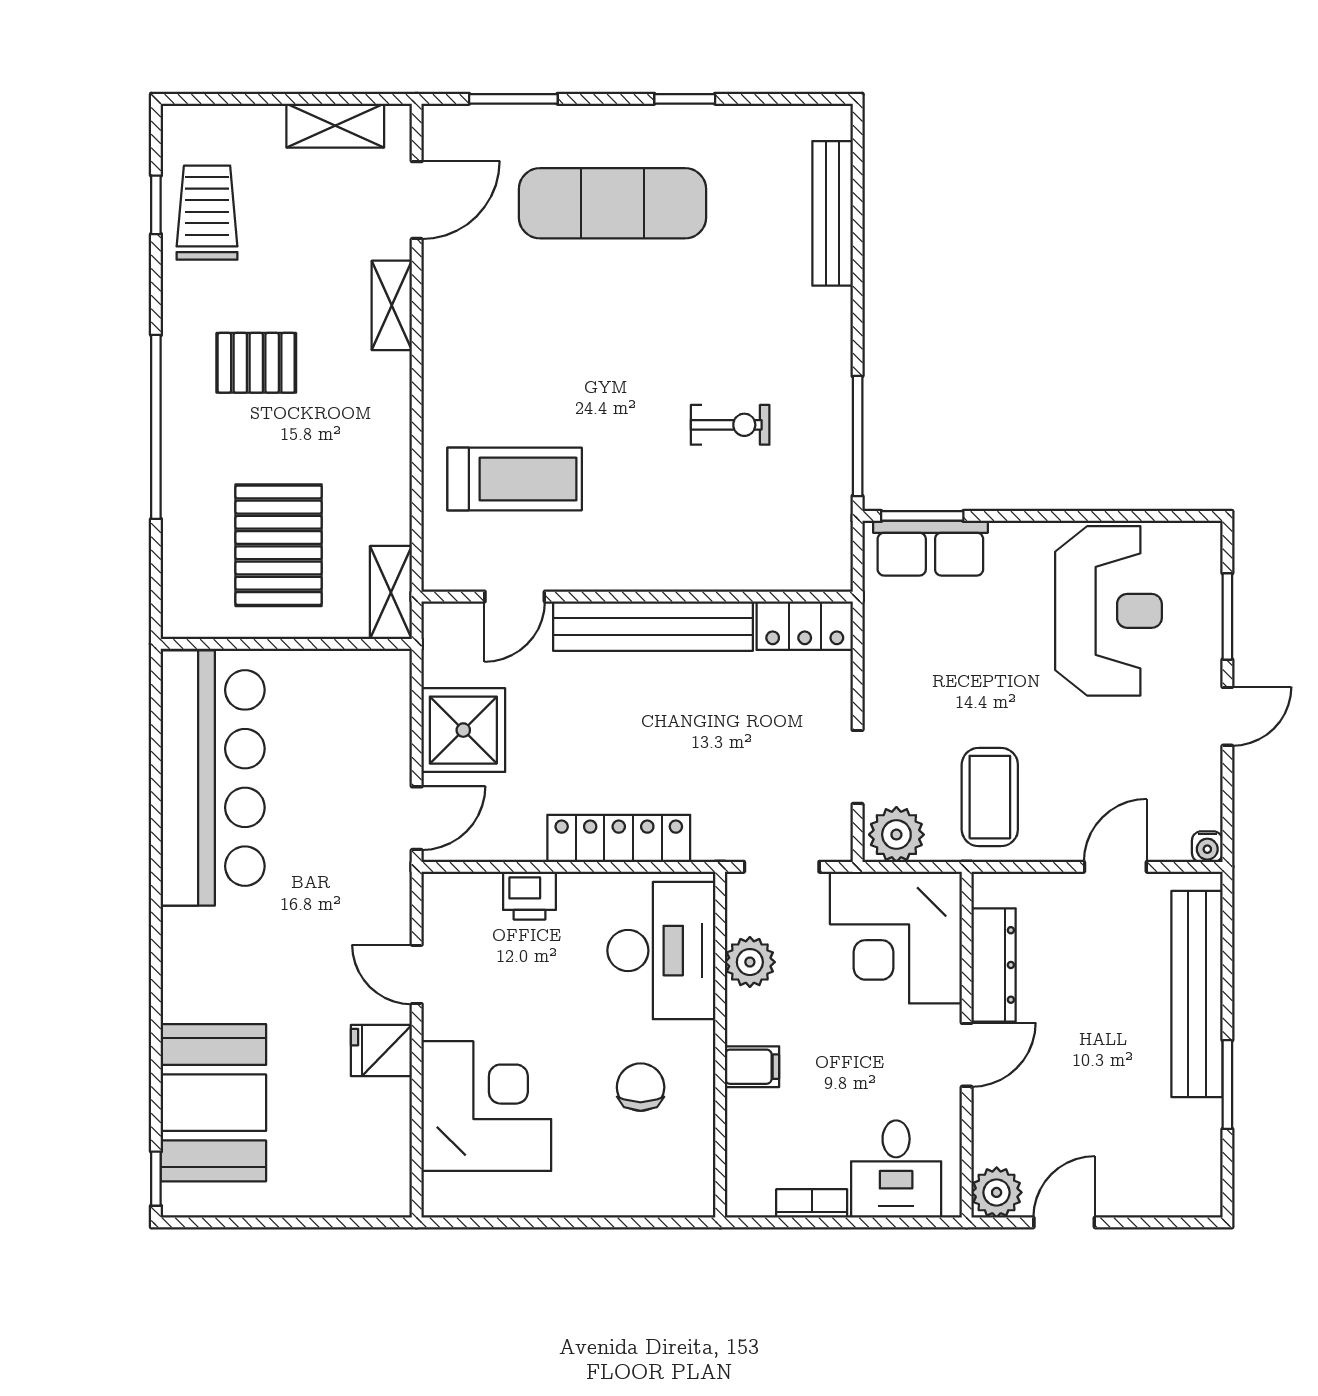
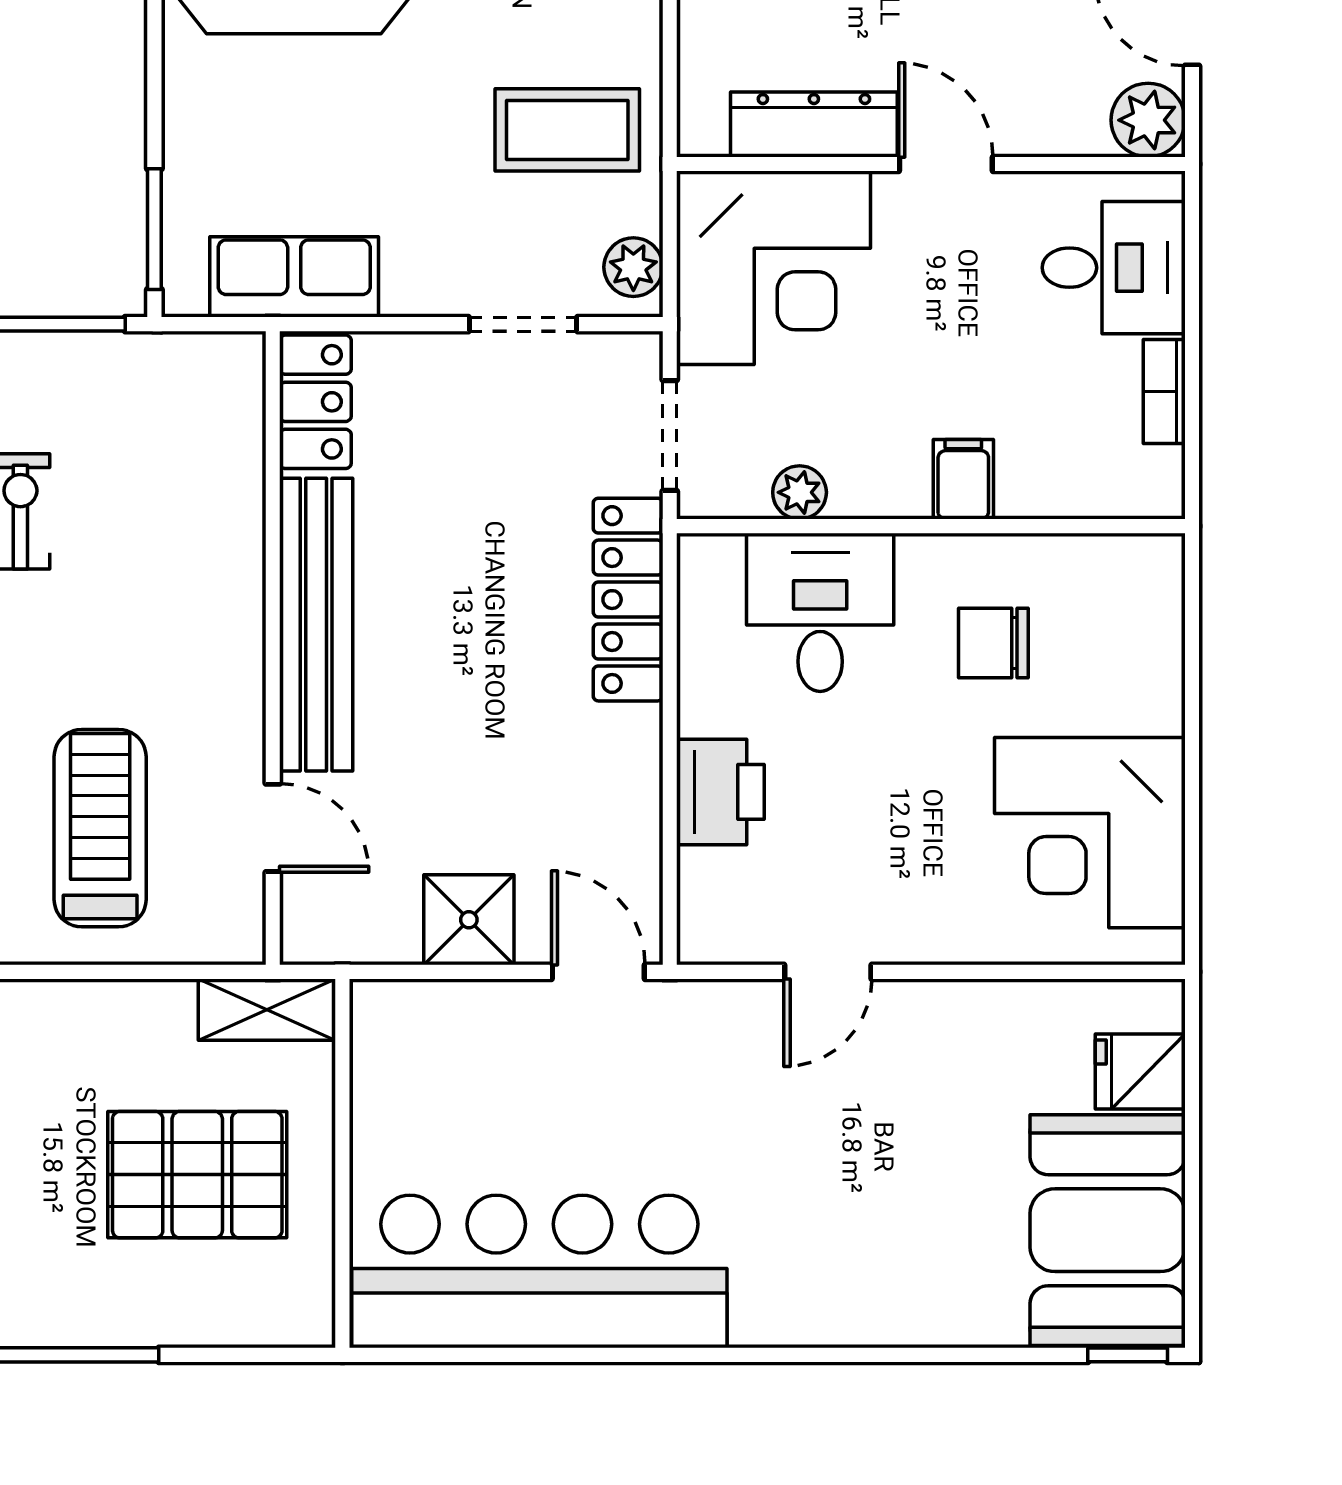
row of seats: (930, 548) -> (294, 277), moved, turned -90
shower: (463, 730) -> (469, 920), width x0.73, depth x0.73
plant: (896, 835) -> (633, 267), width x0.73, depth x0.73
locker: (619, 838) -> (628, 600), moved
printer: (530, 896) -> (720, 792), width x1.36, depth x1.24
desk: (661, 951) -> (820, 612), width x0.73
plant: (750, 962) -> (800, 492), width x0.73, depth x0.73
fridge: (381, 1050) -> (1140, 1072), moved, turned 90
booth: (213, 1103) -> (1108, 1230), moved, turned 90
corner desk: (486, 1106) -> (1090, 833), moved, turned -90

